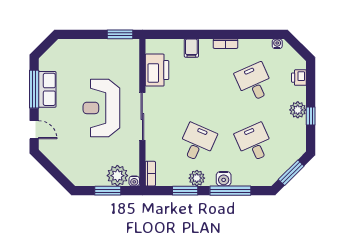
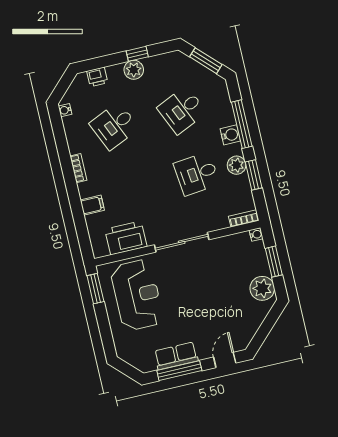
reception desk: (101, 108) -> (137, 295), moved, turned -90
desk: (197, 143) -> (197, 174), turned -30
plant: (117, 176) -> (262, 288), moved

